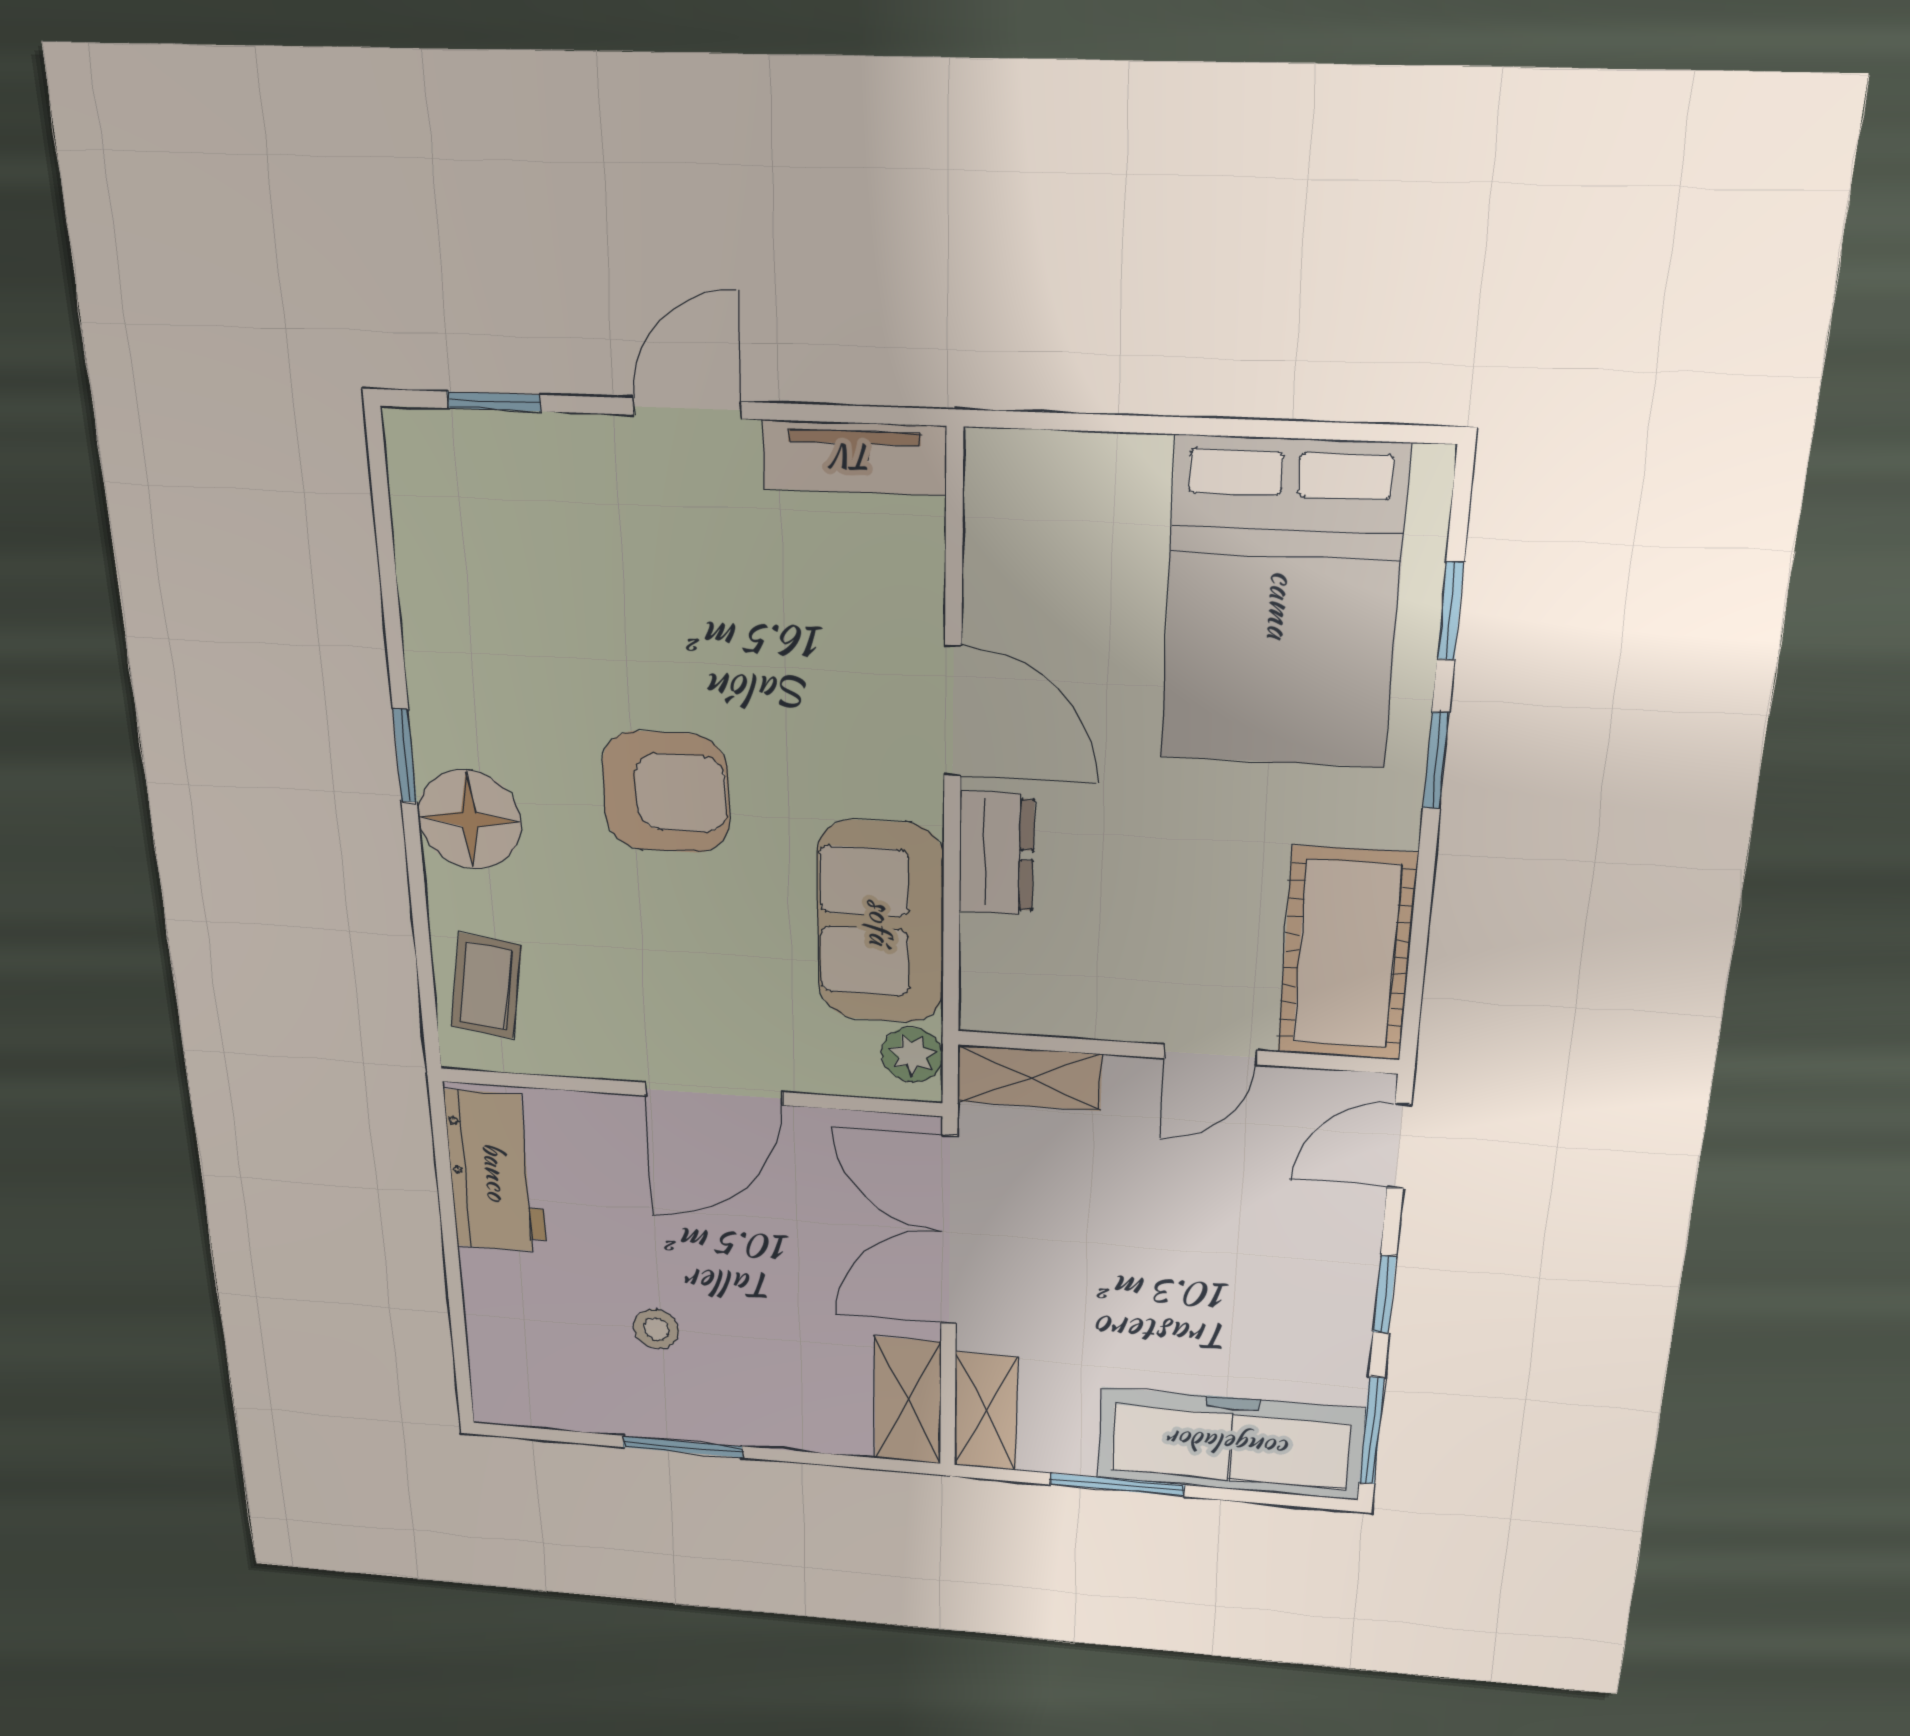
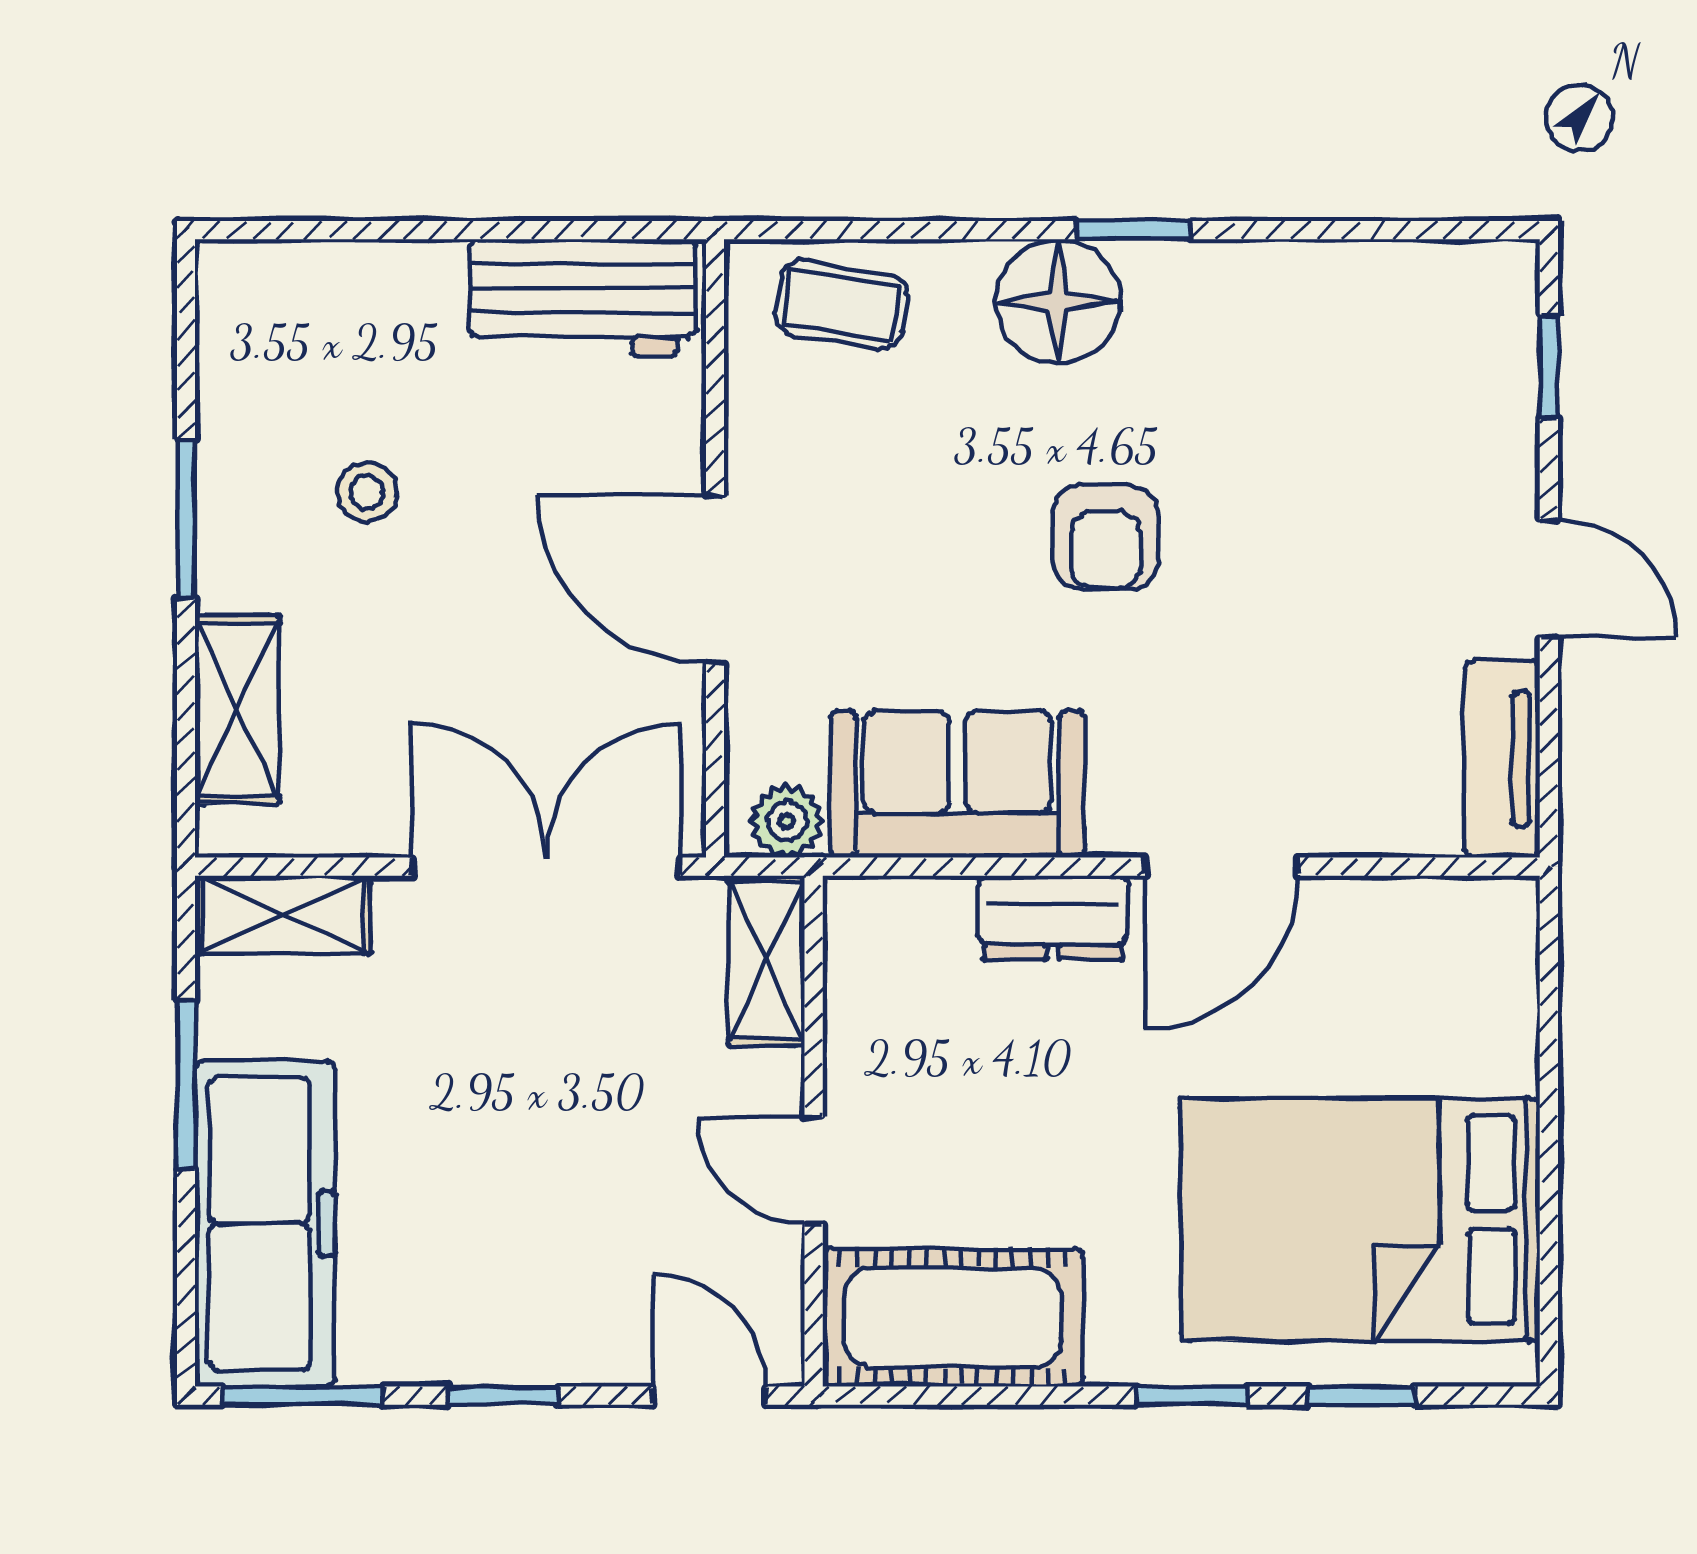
armchair: (666, 792) -> (1105, 537), width x0.72, depth x0.72
shelving: (908, 1401) -> (237, 709), moved, turned 90

